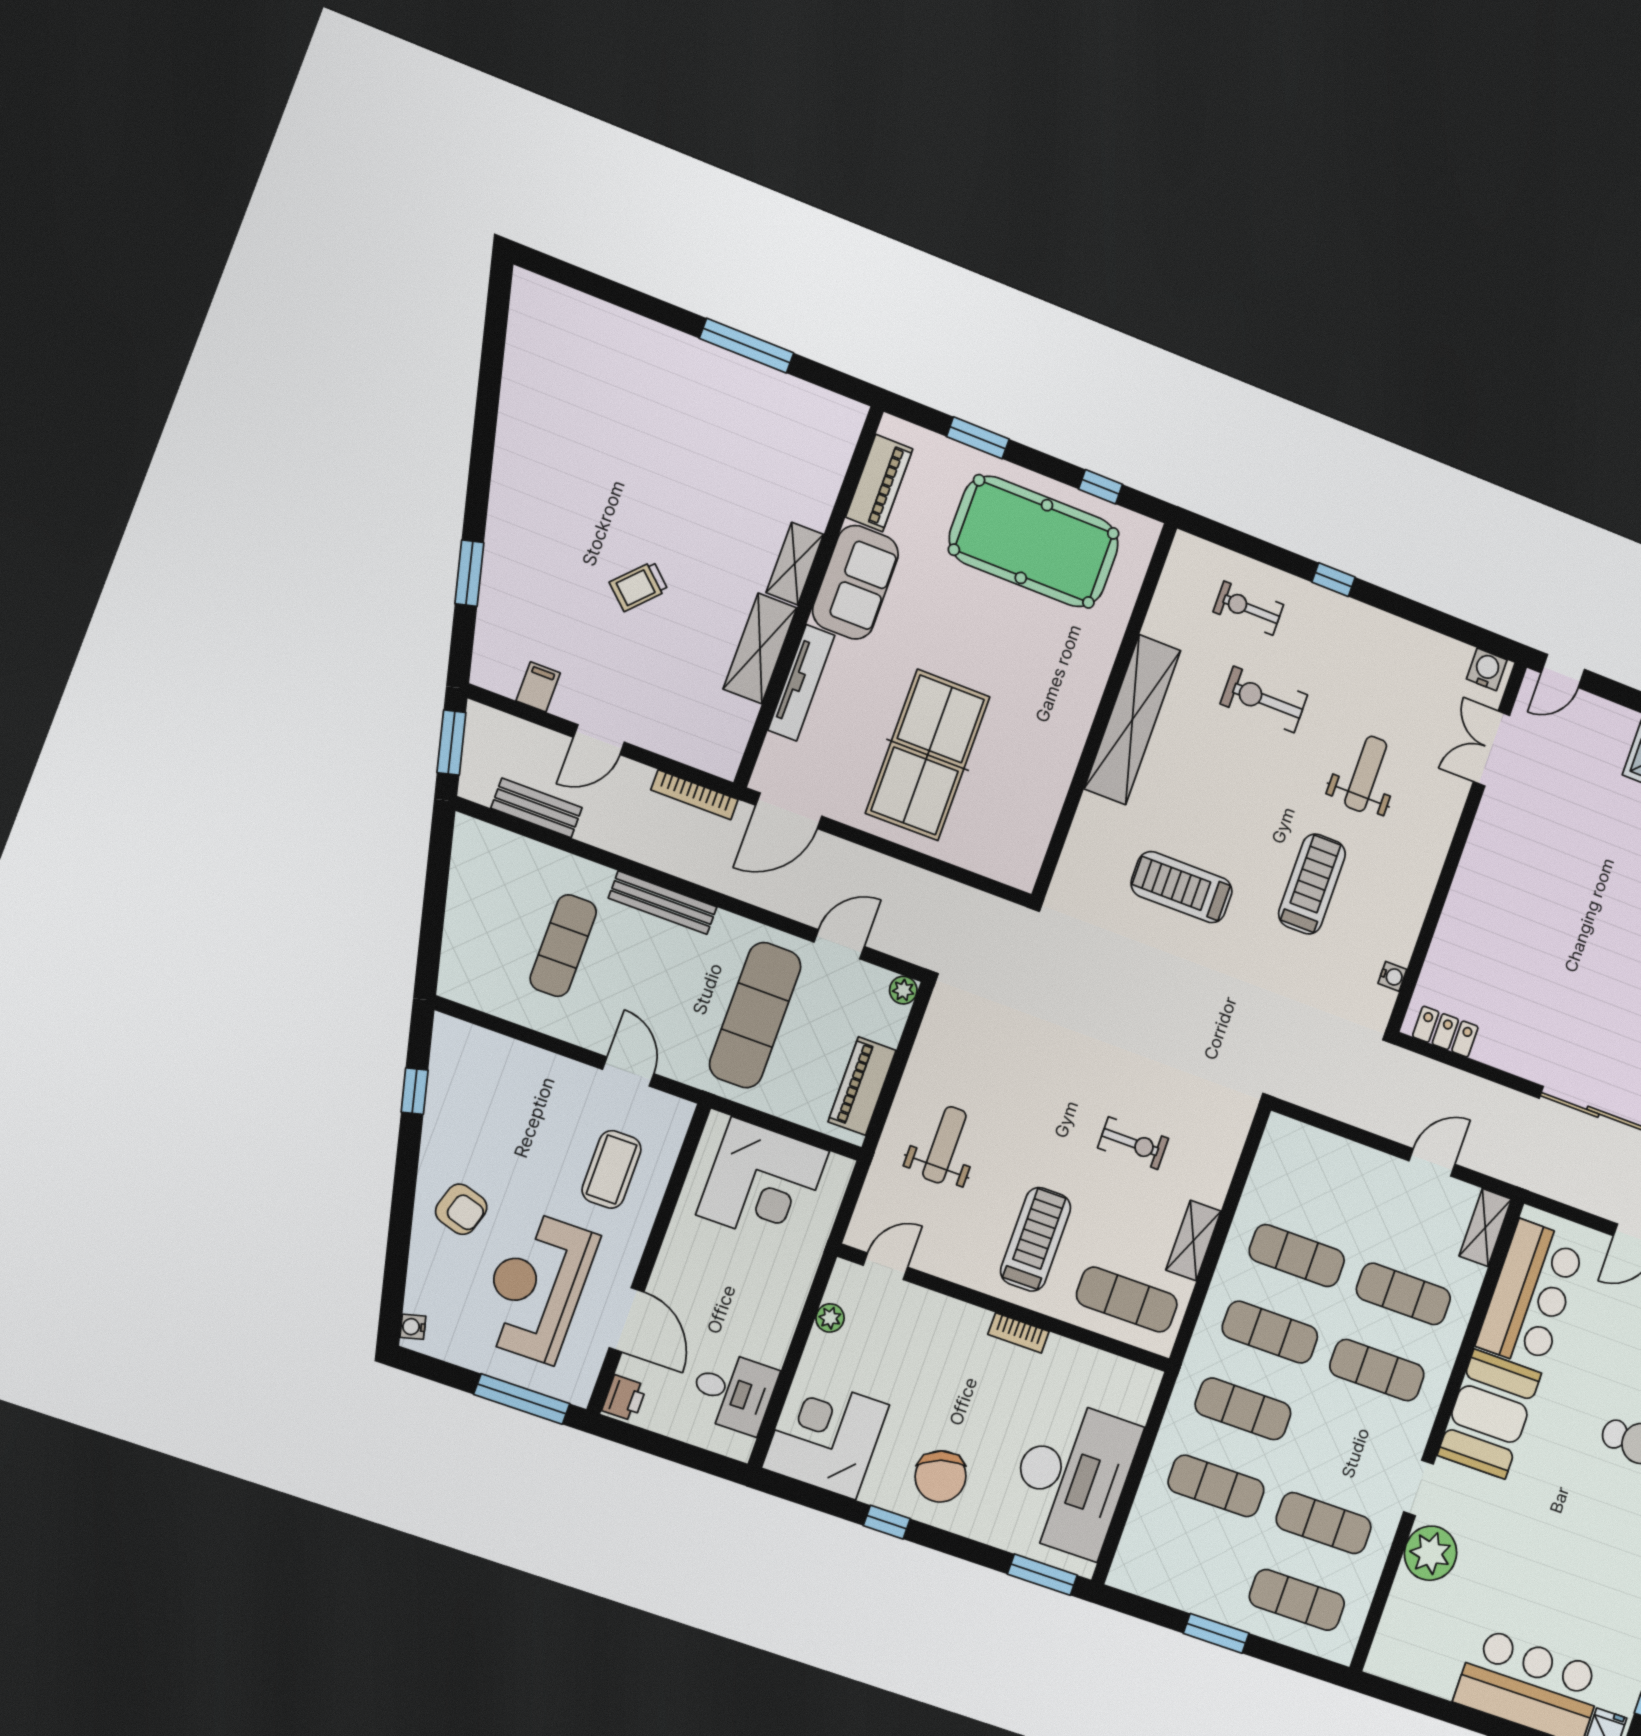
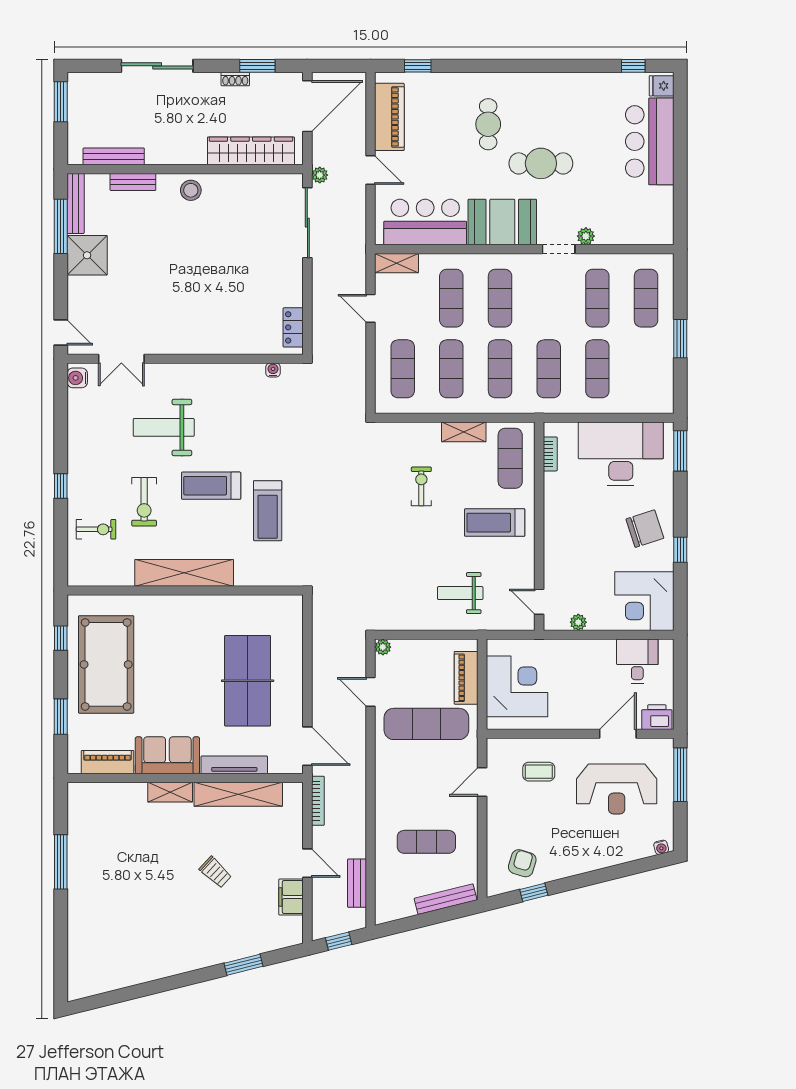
exercise bike: (1248, 608) -> (96, 529), turned -90
shelving: (760, 648) -> (238, 794), width x1.47
filing cabinet: (538, 687) -> (291, 897), width x2.00
window: (451, 743) -> (339, 941), width x0.67
table tennis table: (928, 755) -> (248, 681), turned 90
weight bench: (1366, 774) -> (164, 427), width x1.36, depth x1.33
treadmill: (1312, 884) -> (211, 486), moved
bench: (663, 903) -> (446, 899), moved, turned 76
piano: (862, 1086) -> (466, 678), moved, turned 90
coffee table: (611, 1169) -> (539, 772), width x0.73, depth x0.77
exercise mat: (1323, 1179) -> (403, 369), added
armchair: (461, 1209) -> (522, 863), moved
bookcase: (1018, 1333) -> (550, 454), moved
printer: (624, 1398) -> (657, 717), width x1.36, depth x1.24
cafe table: (1555, 1505) -> (541, 163), added
plant: (1430, 1553) -> (586, 236), width x0.53, depth x0.53

